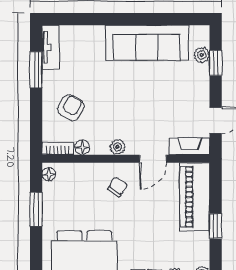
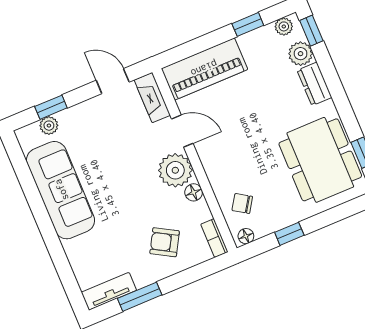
floor lamp: (82, 147) -> (194, 192), moved
plant: (118, 147) -> (175, 170), width x1.88, depth x1.88
chair: (118, 187) -> (242, 203), moved
window: (36, 209) -> (289, 234), width x0.67
window: (216, 226) -> (248, 24), moved

